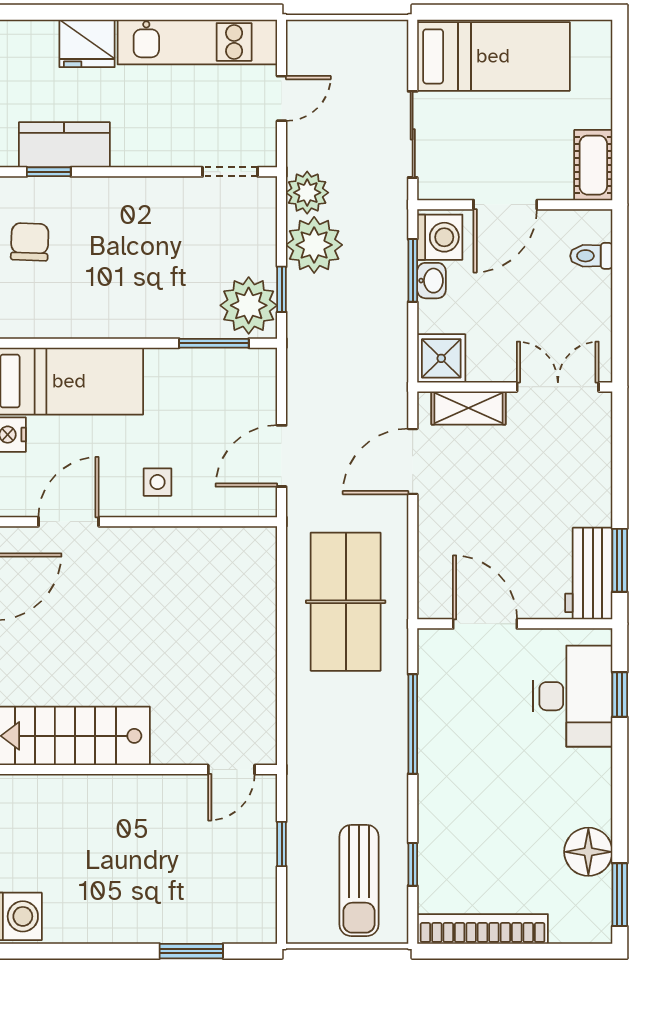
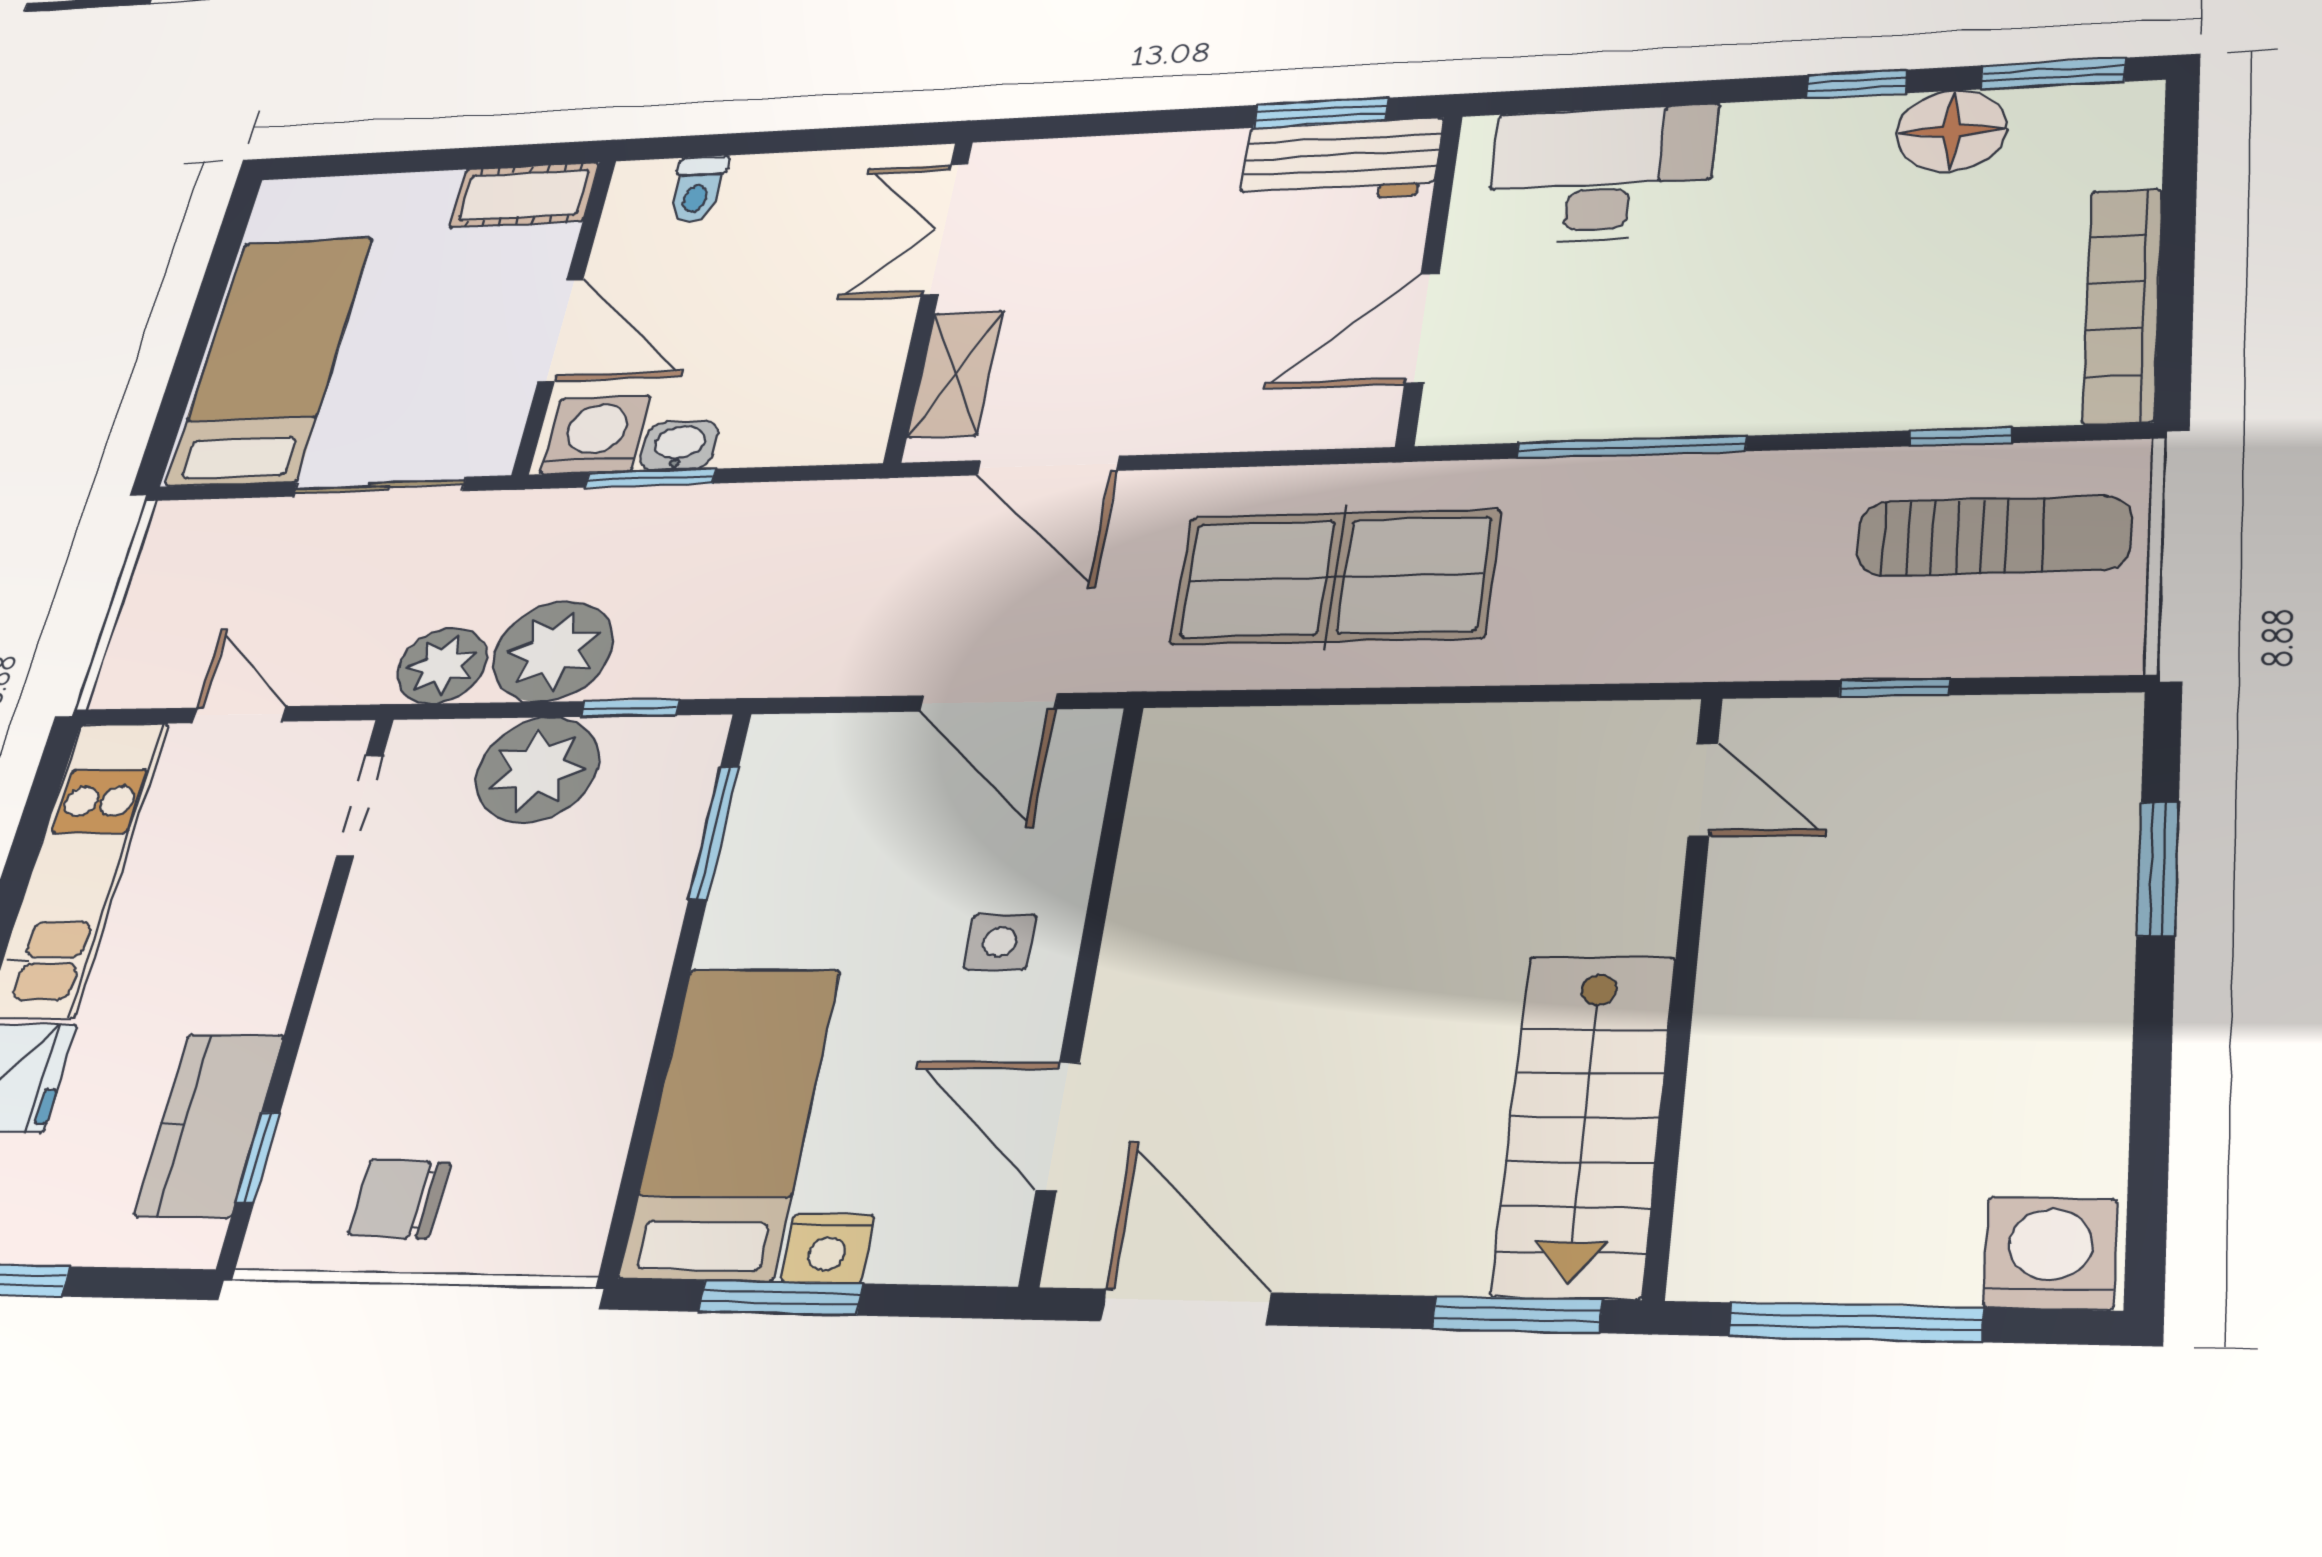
plant: (249, 305) -> (537, 770), moved
shower: (441, 358) -> (842, 424), removed
window: (620, 695) -> (1856, 84), moved

